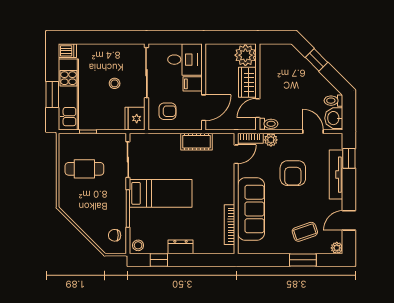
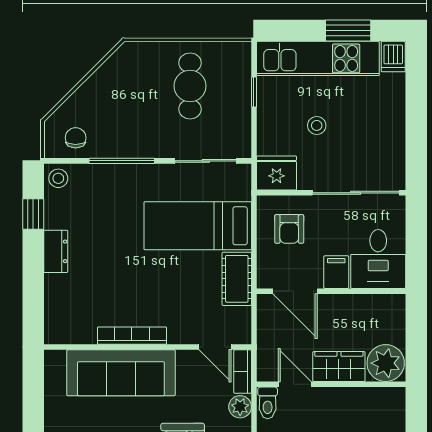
stool: (115, 83) -> (317, 125), moved
window: (52, 95) -> (348, 31), moved
bed: (161, 193) -> (198, 226), moved, turned 90
bookcase: (229, 225) -> (132, 336), moved

